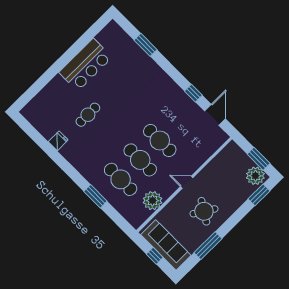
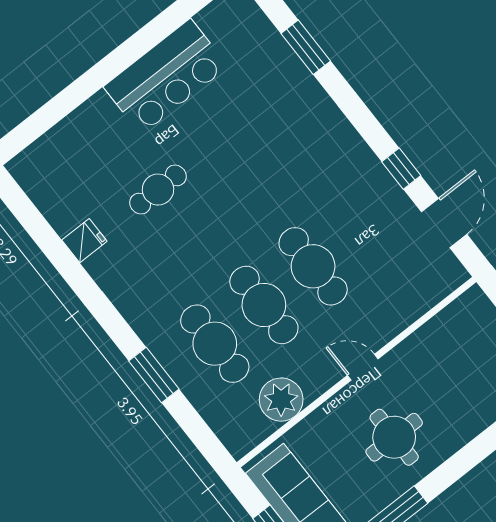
round table: (204, 211) -> (394, 437), turned -32

